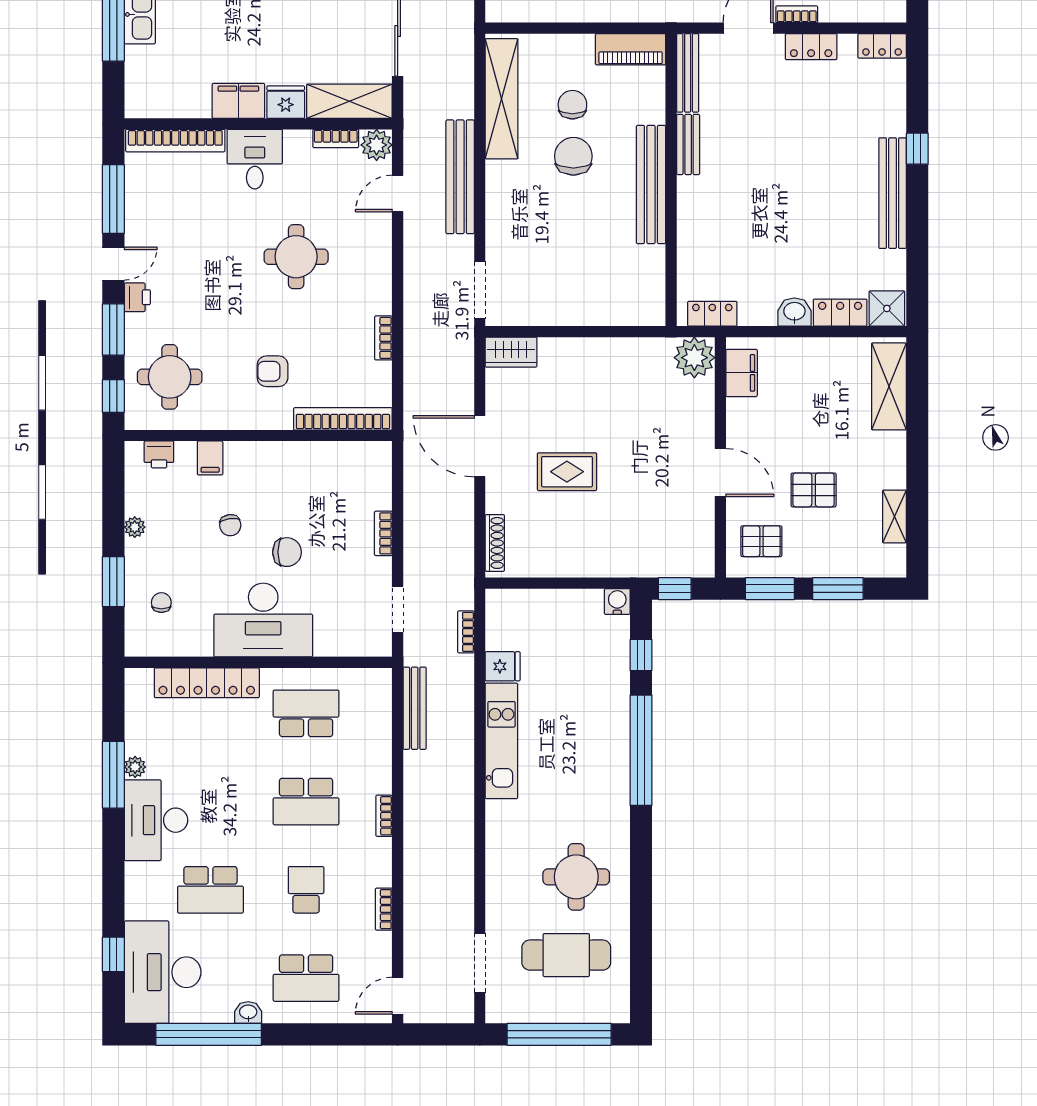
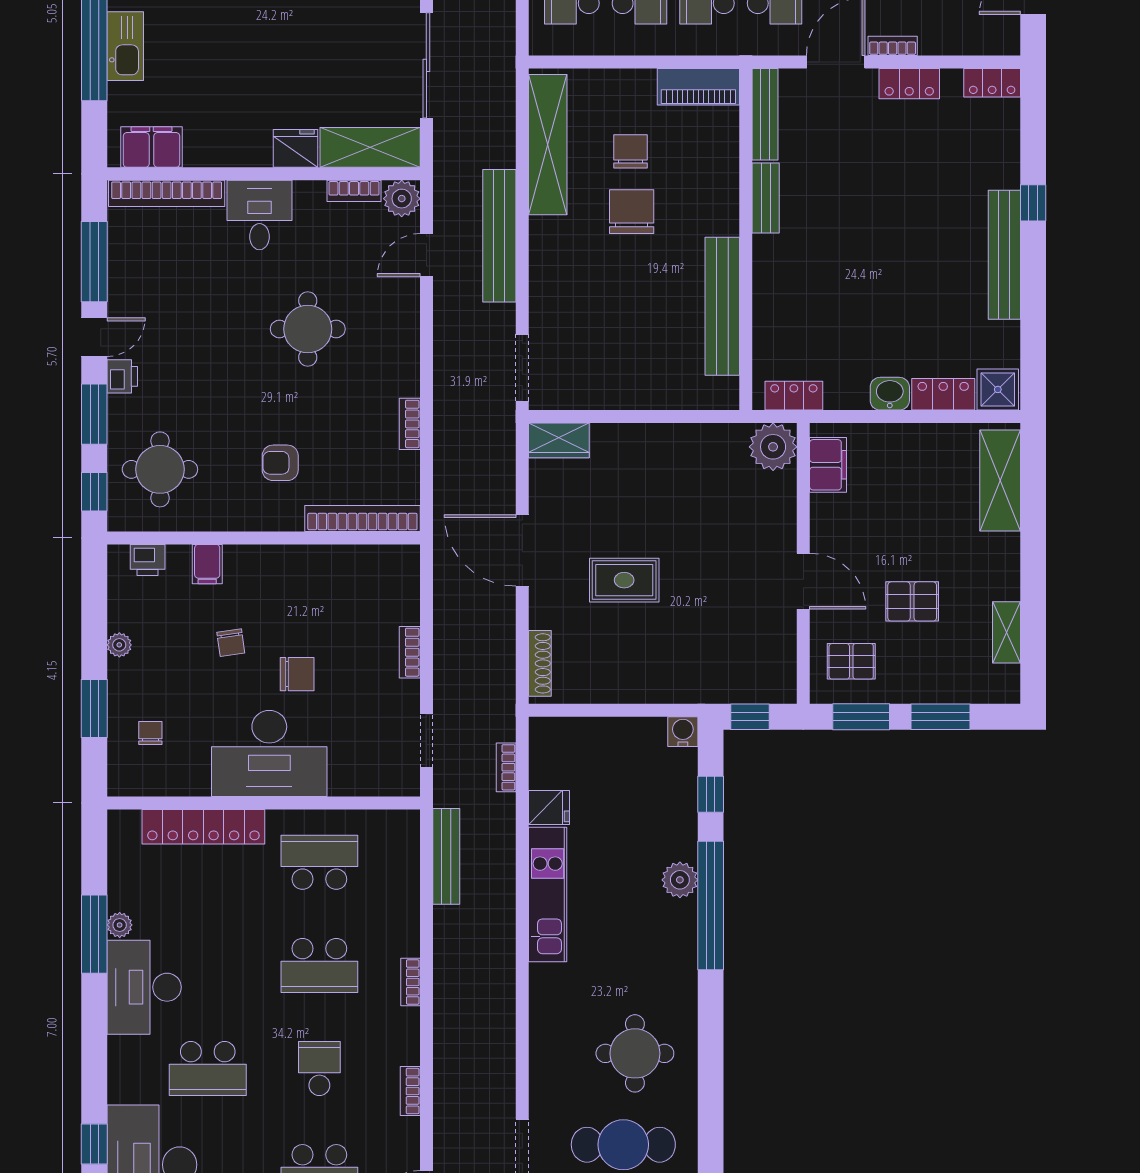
filing cabinet: (238, 101) -> (152, 147), moved
bench: (651, 185) -> (722, 306), moved
plant: (615, 728) -> (680, 880), added

